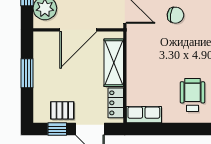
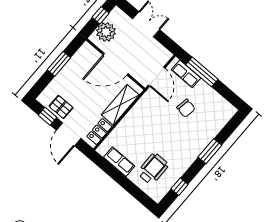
row of seats: (144, 115) -> (119, 162), moved

